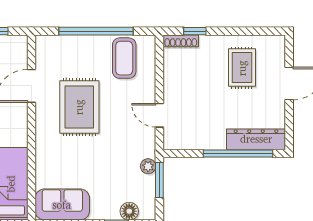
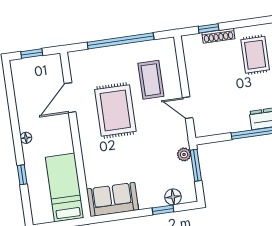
shoe rack: (181, 41) -> (218, 36), moved
coffee table: (124, 58) -> (151, 80), moved

